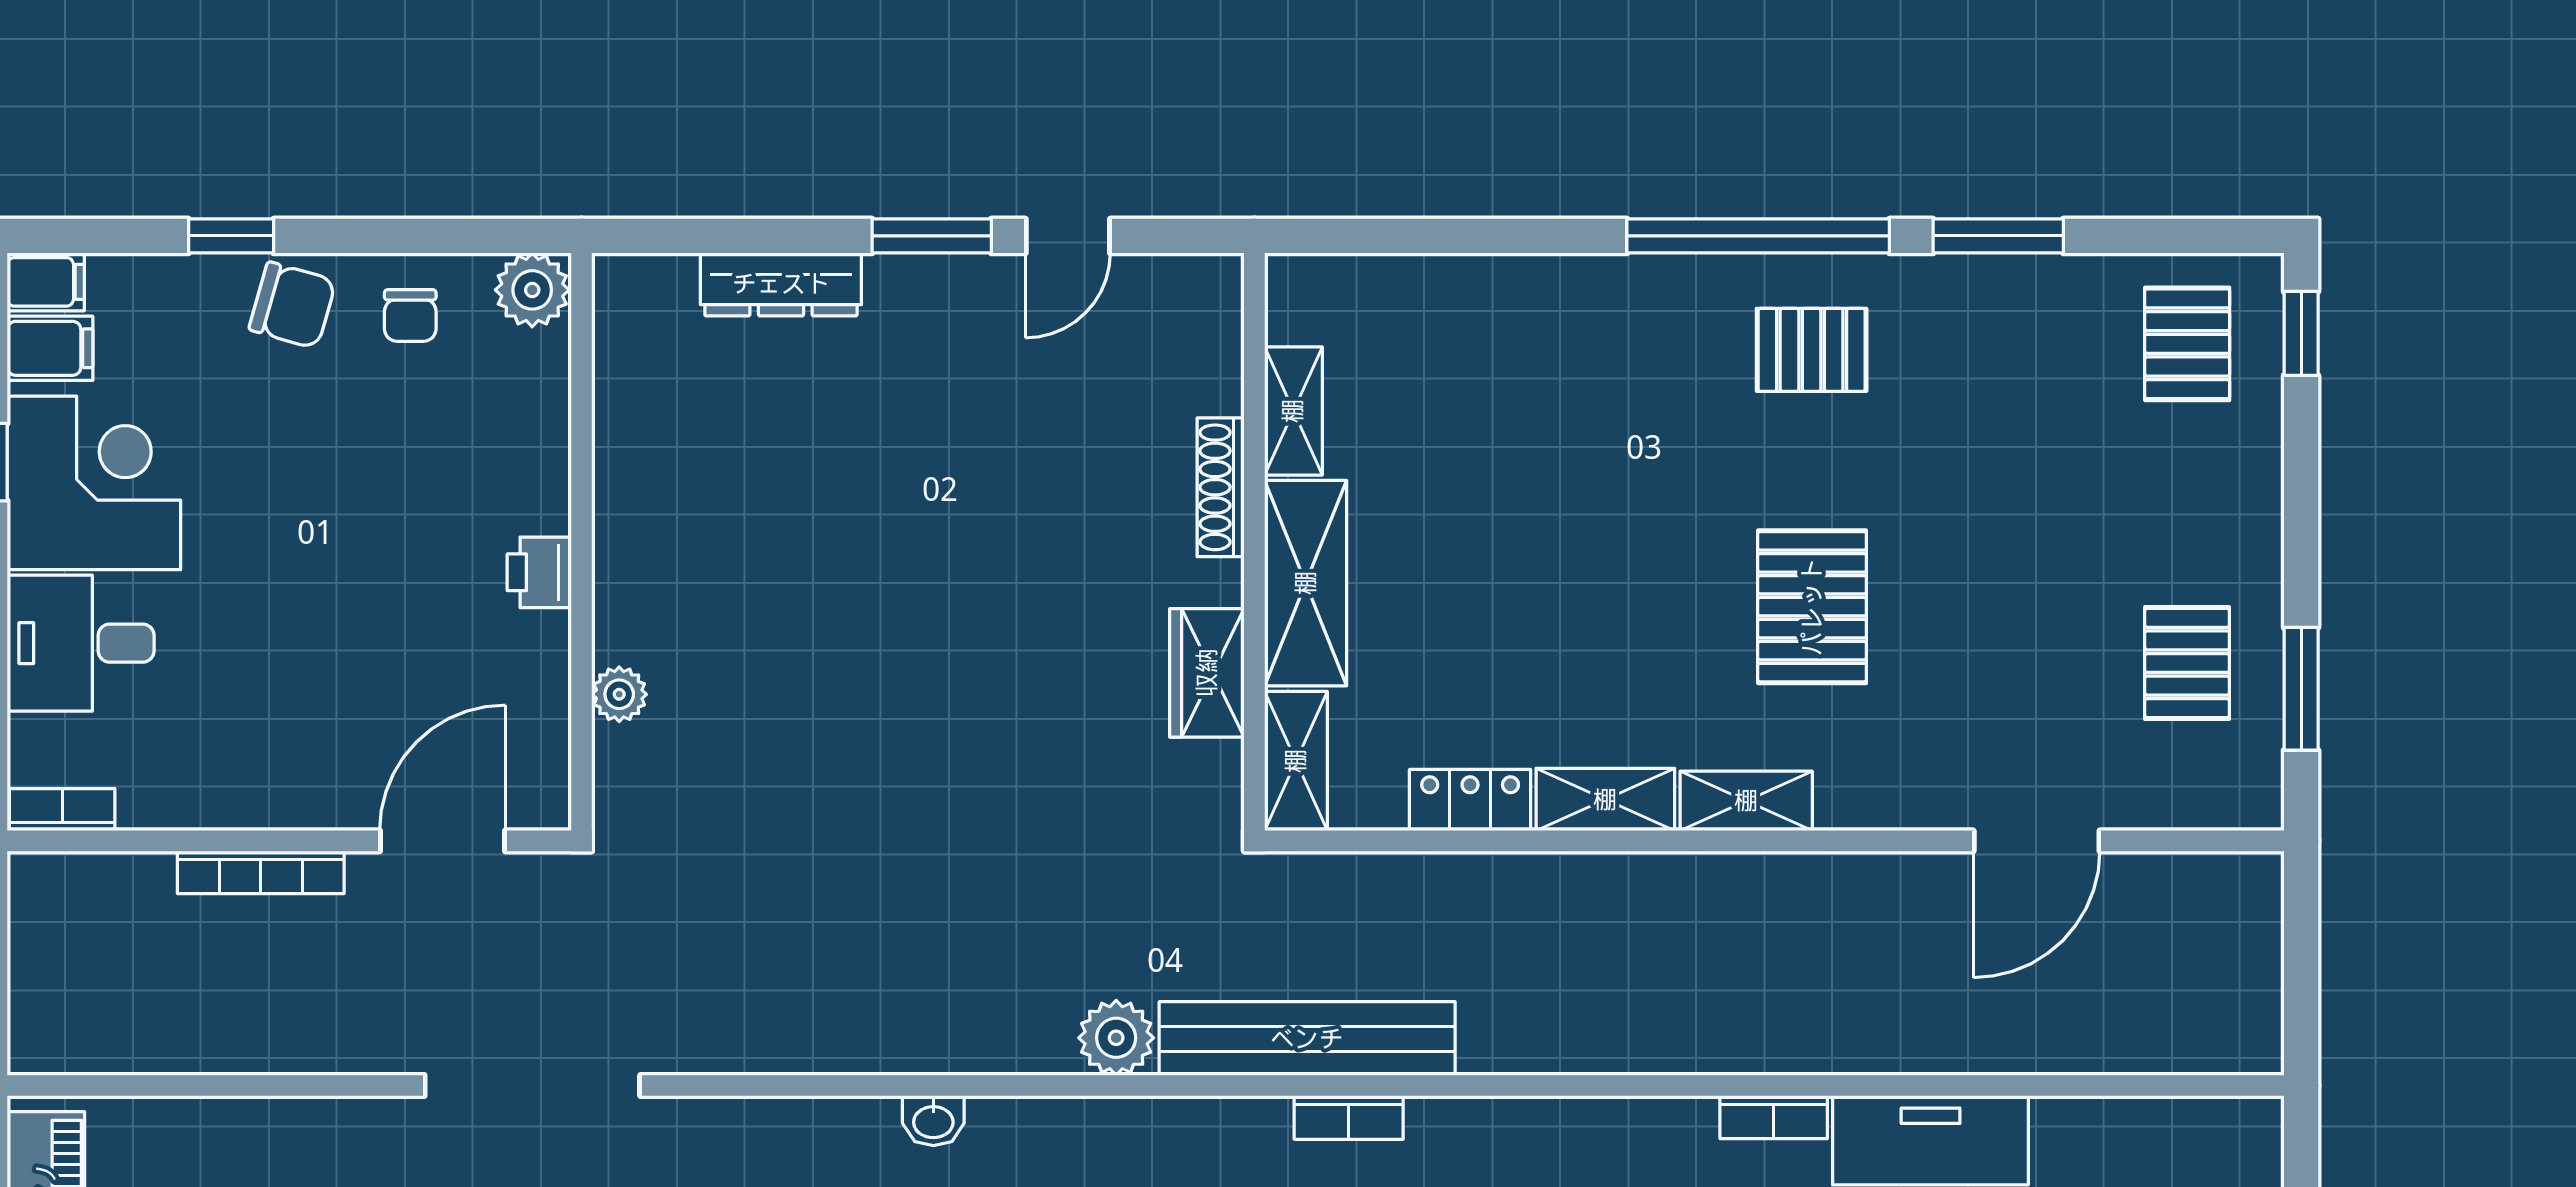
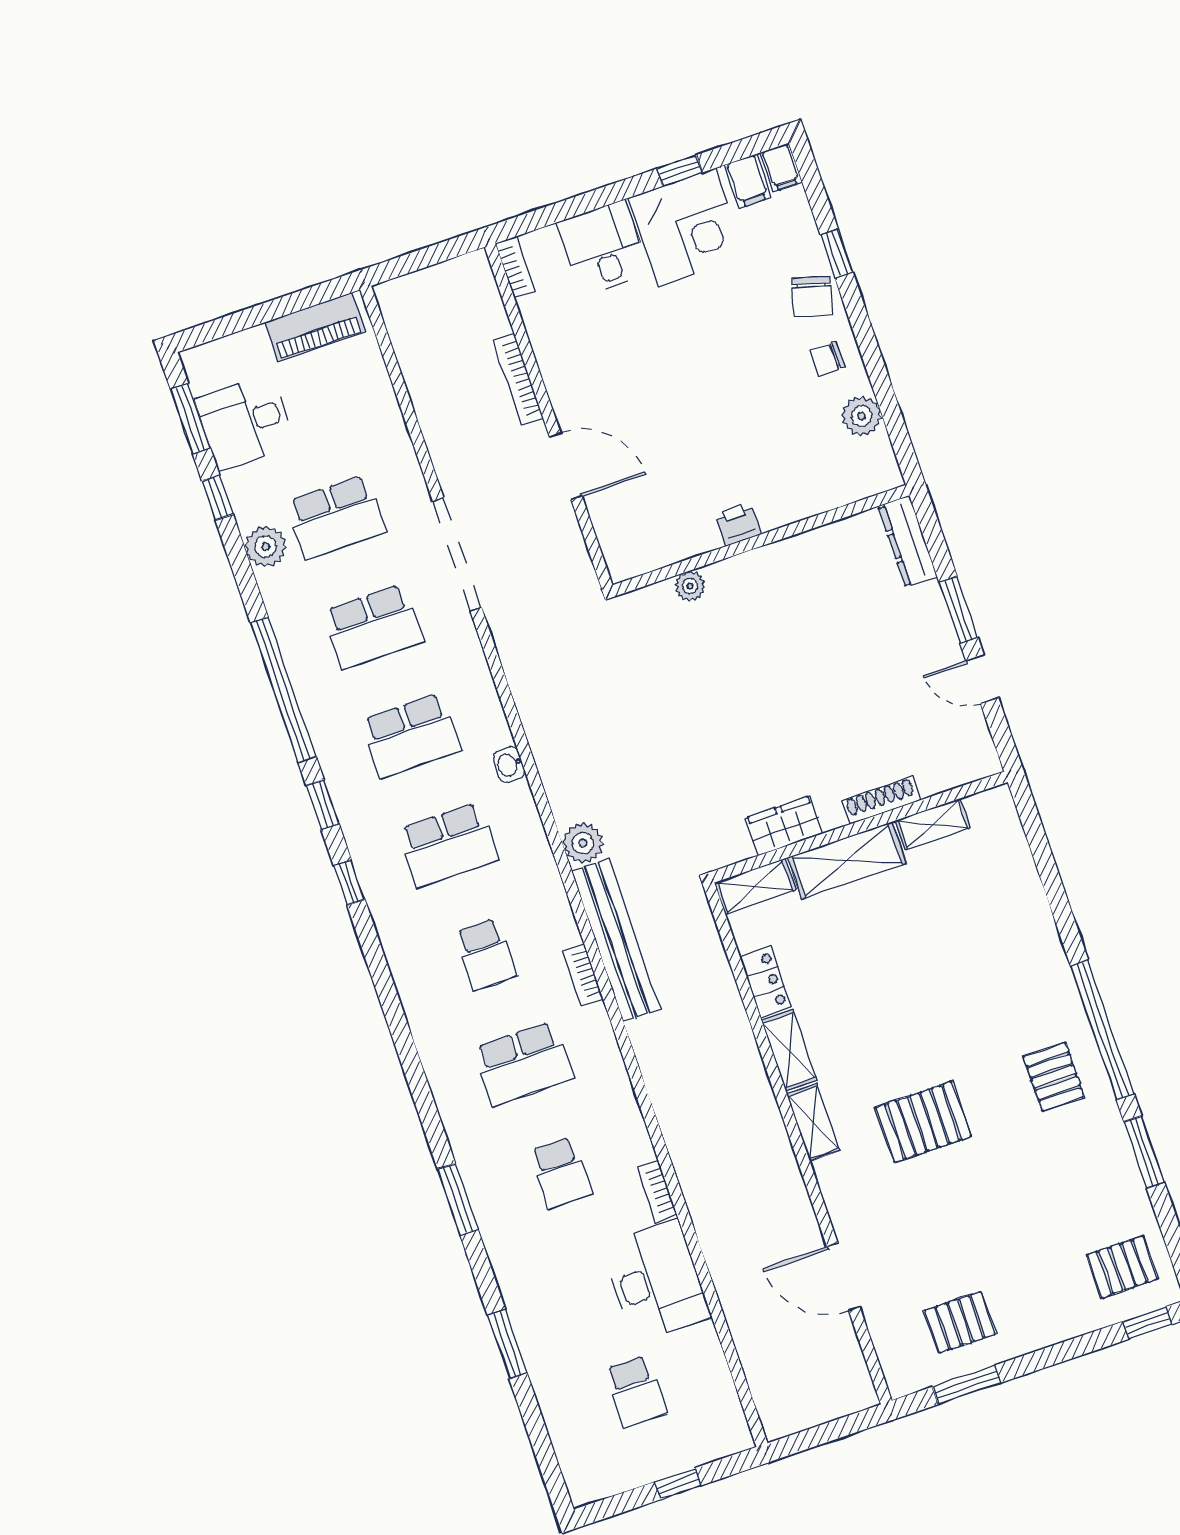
wall: (582, 542) -> (761, 540), moved
printer: (539, 572) -> (738, 524), moved
plant: (619, 694) -> (690, 586), moved

